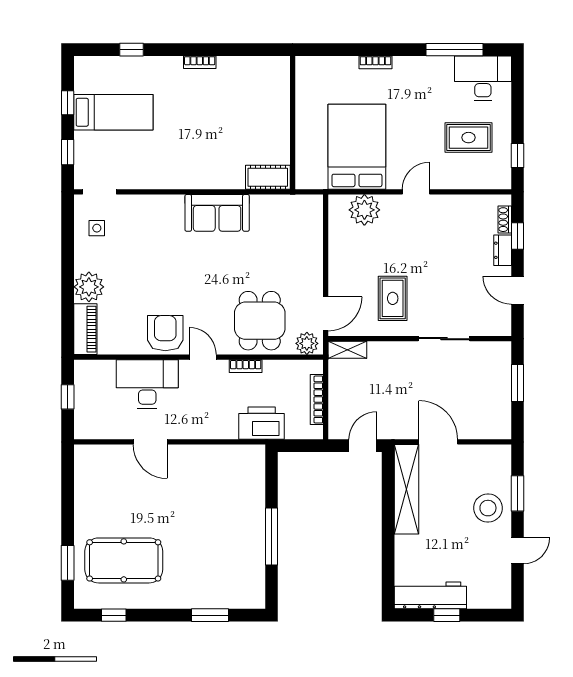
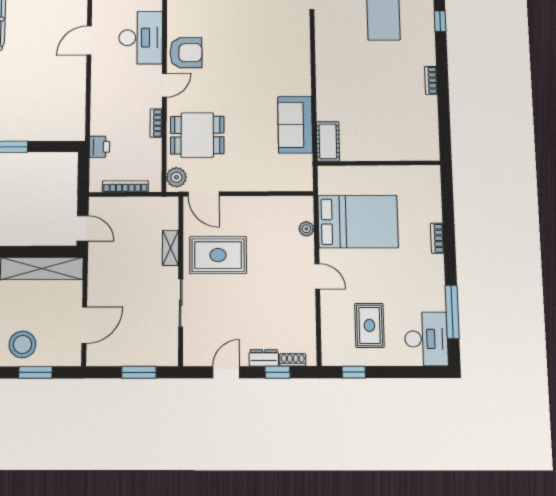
plant: (364, 210) -> (306, 229), width x0.53, depth x0.53
sofa: (217, 213) -> (295, 125), moved
rug: (393, 298) -> (218, 255), width x1.36, depth x1.43
shelving: (347, 350) -> (170, 248), moved
printer: (262, 423) -> (100, 147), width x0.53, depth x0.68
door: (438, 442) -> (84, 325), moved

